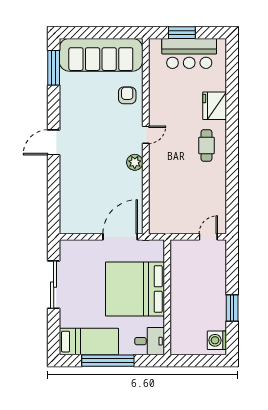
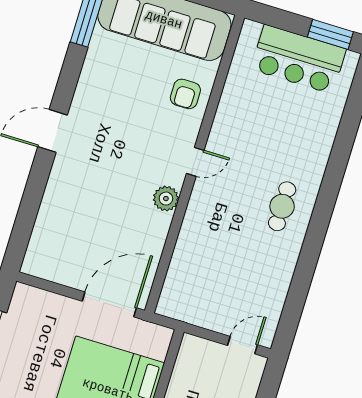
window: (182, 33) -> (330, 34), moved
armchair: (127, 95) -> (185, 94), turned 180
fridge: (215, 106) -> (313, 150), removed

